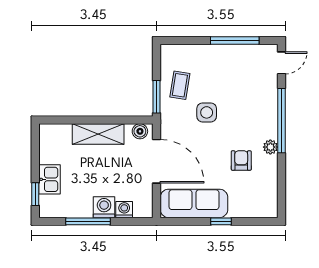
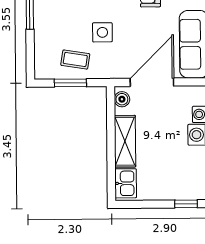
window: (157, 97) -> (70, 83), moved
kitchen sink: (50, 179) -> (126, 183), moved, turned 90

